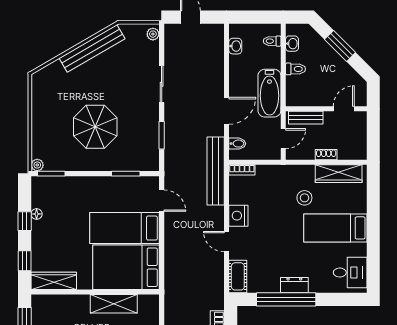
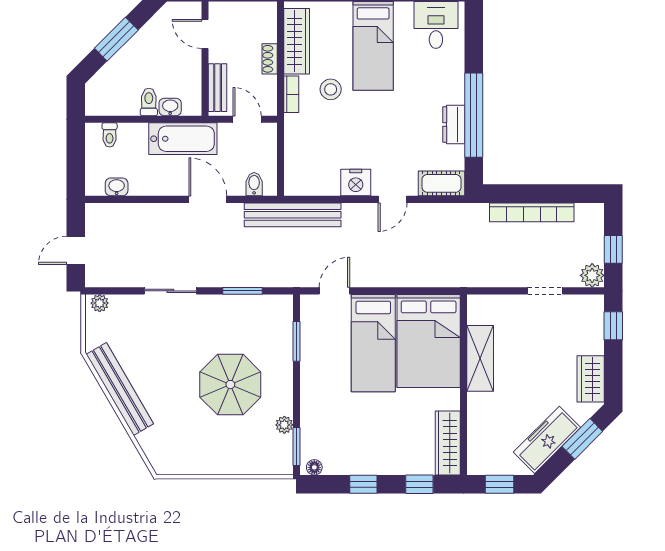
washbasin: (292, 44) -> (170, 107), moved
plant: (37, 165) -> (284, 425), moved
bookcase: (242, 170) -> (291, 94), moved
floor lamp: (37, 214) -> (314, 467), moved
dresser: (294, 285) -> (454, 124), moved

